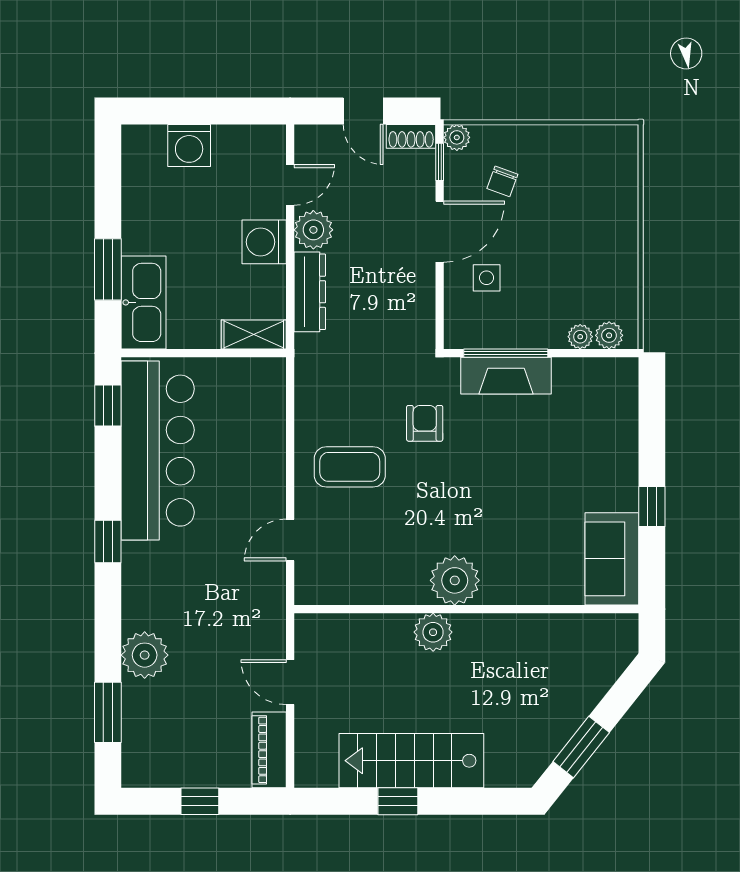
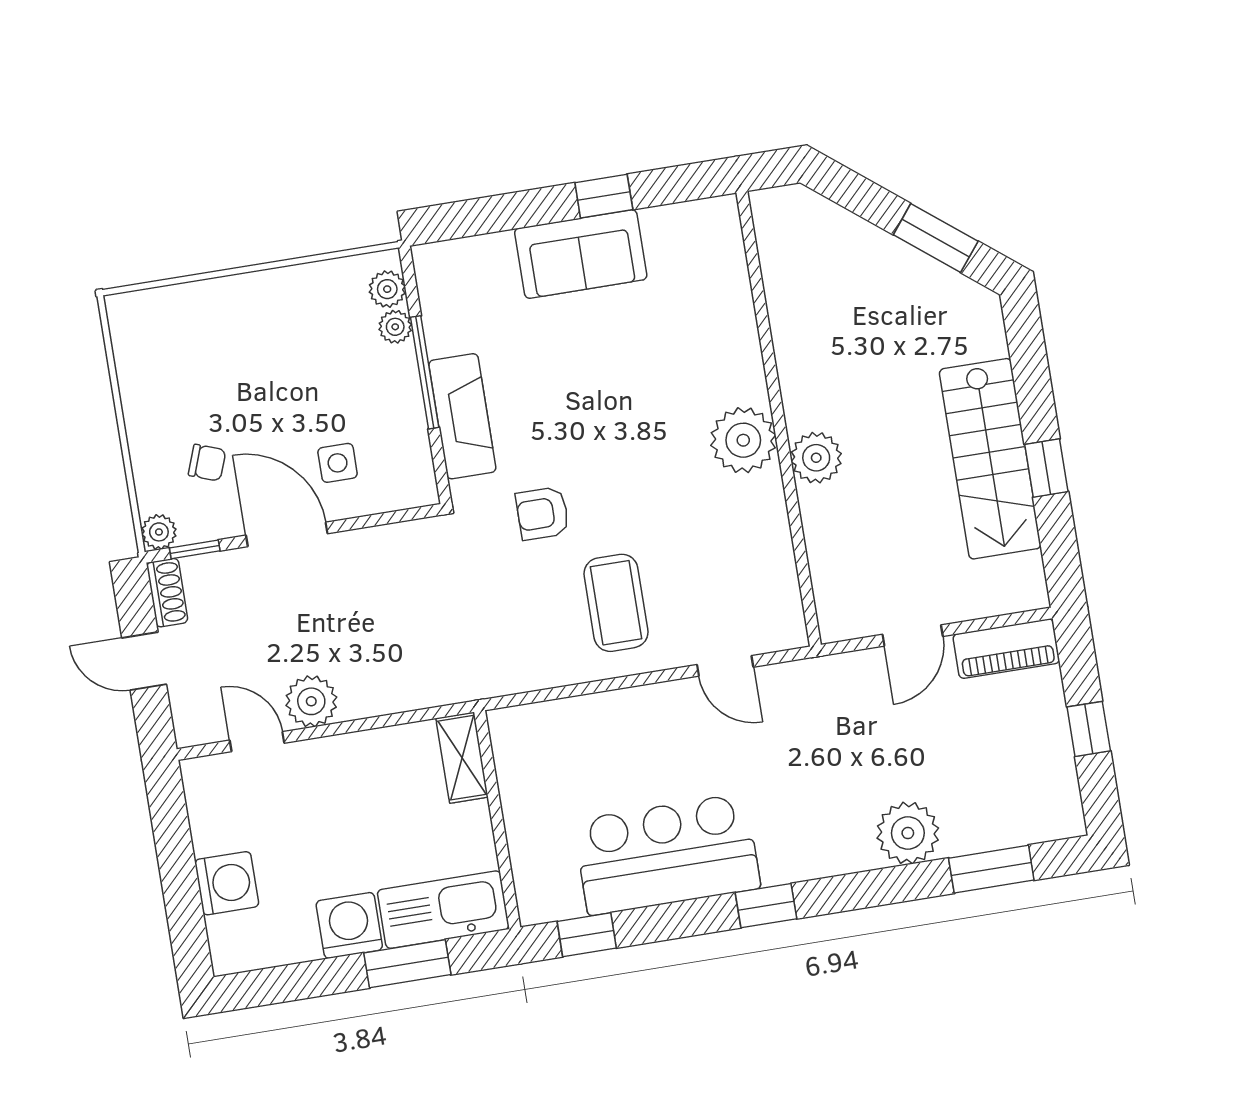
door: (363, 111) -> (144, 661), swing flipped
washing machine: (264, 242) -> (349, 925), moved, turned 180
dresser: (310, 292) -> (394, 693), removed
window: (506, 353) -> (425, 372), moved
bar counter: (158, 451) -> (667, 854), width x0.73
sofa: (612, 559) -> (581, 254), moved

